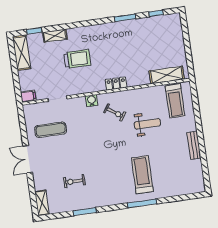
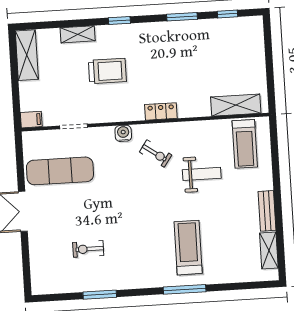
window: (34, 31) -> (119, 21), moved
exercise mat: (51, 130) -> (60, 171), width x1.36, depth x1.45
shelving: (42, 203) -> (269, 250), moved

